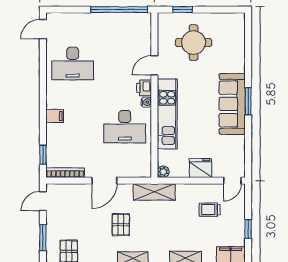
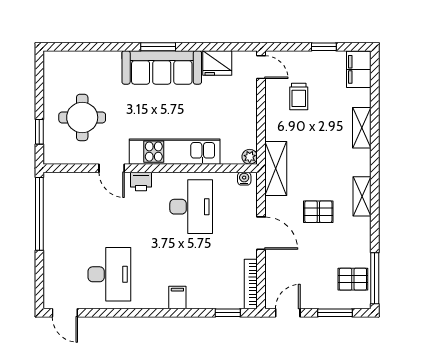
water cooler: (146, 102) -> (244, 179), moved
fridge: (201, 168) -> (217, 63), moved, turned -90
door: (43, 201) -> (288, 313), swing flipped

